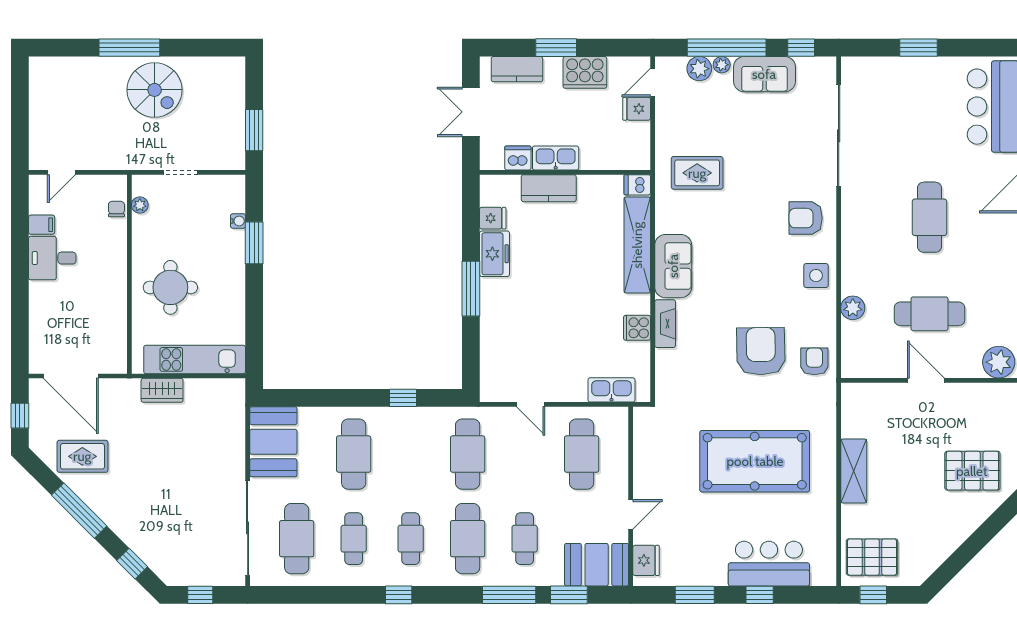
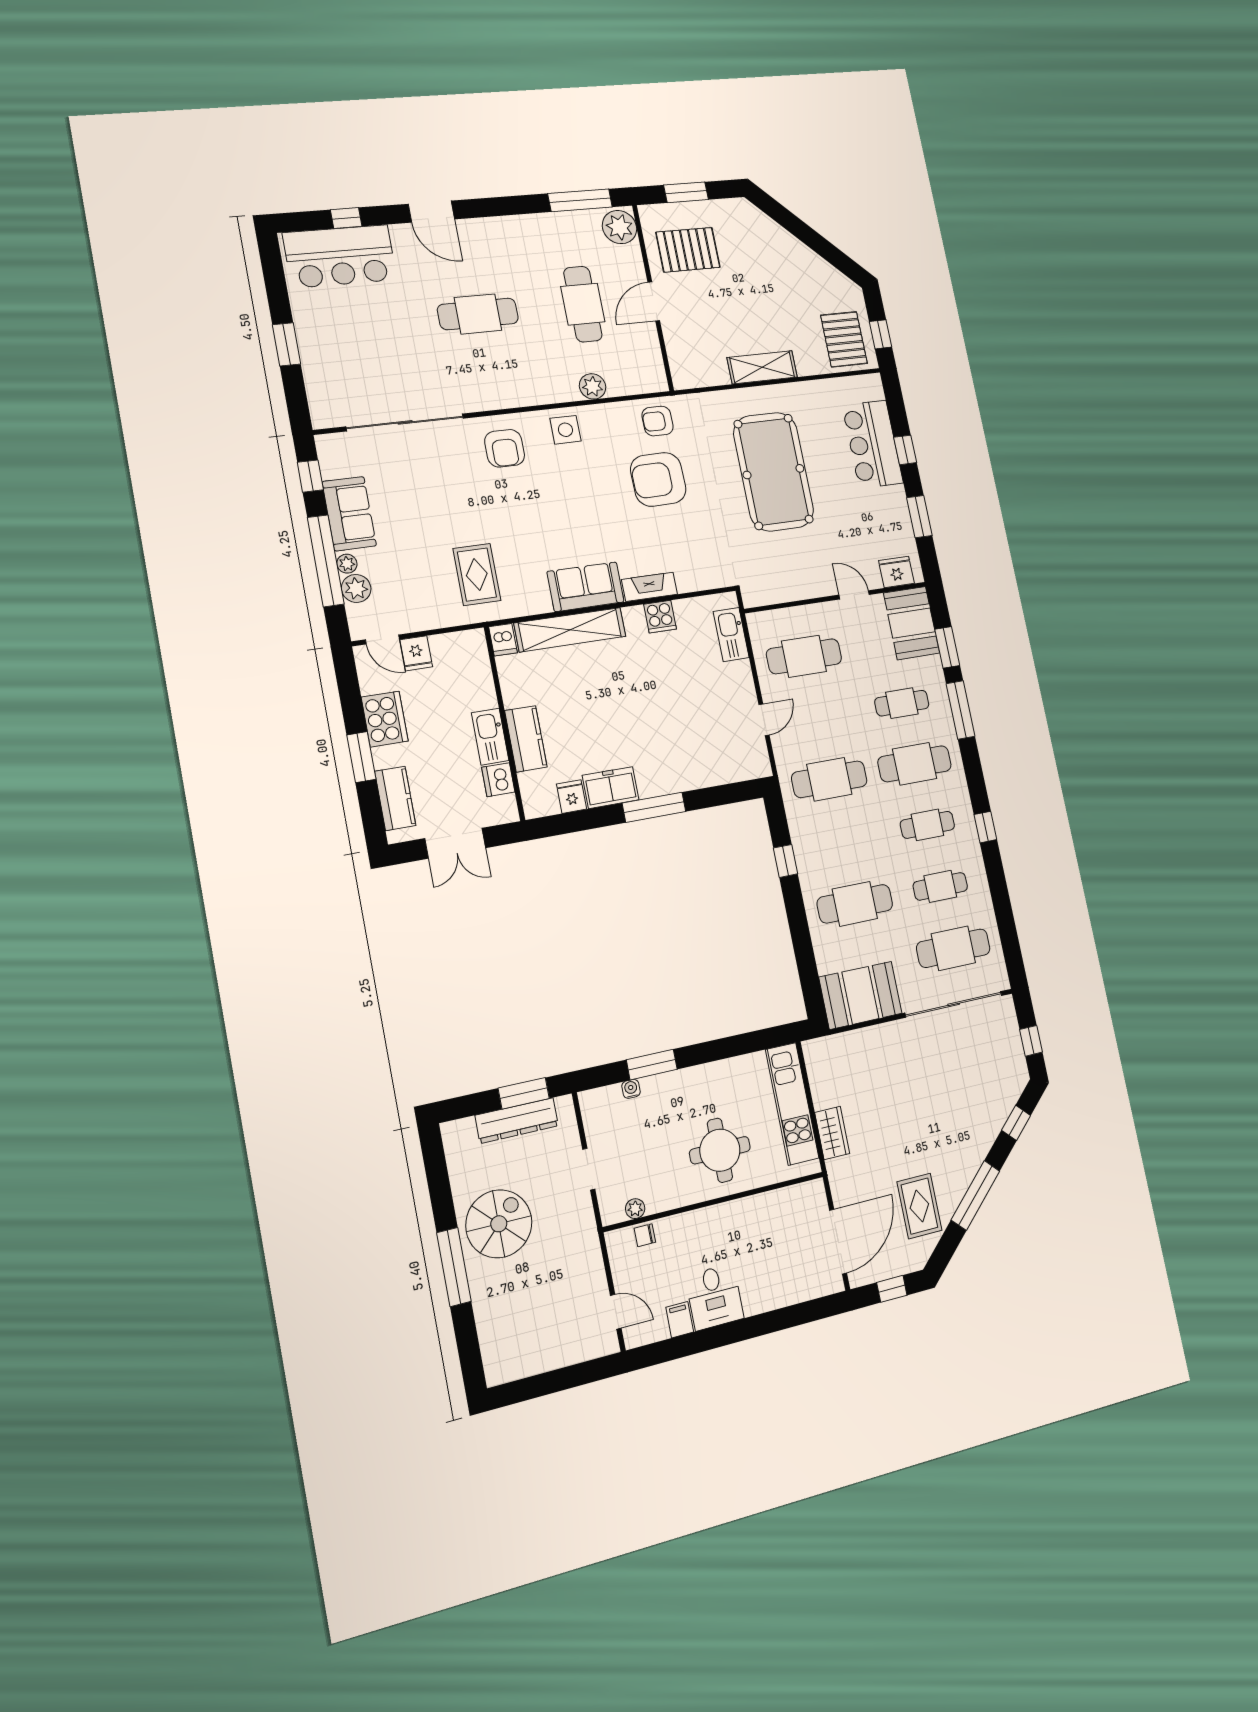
dresser: (233, 120) -> (517, 1121), added
pallet: (972, 471) -> (688, 250), moved, turned 90

